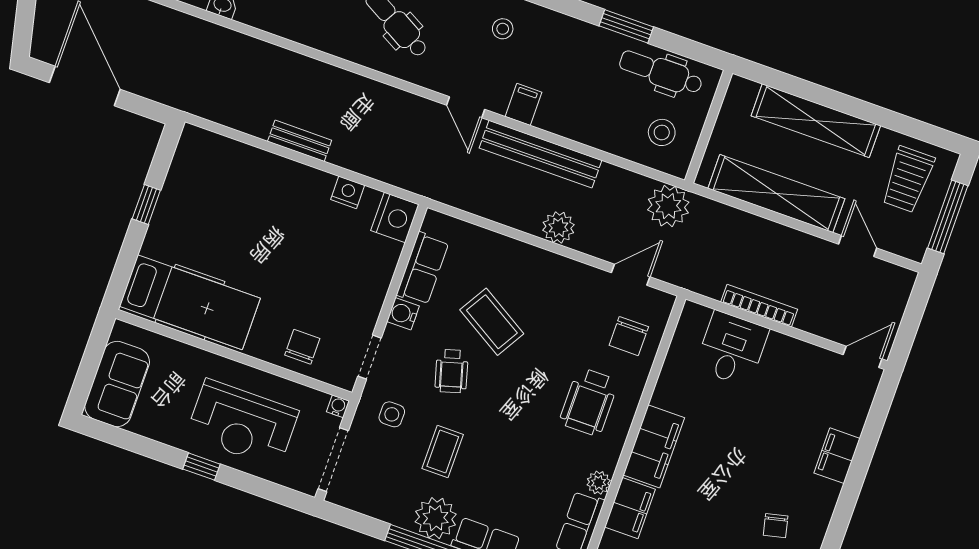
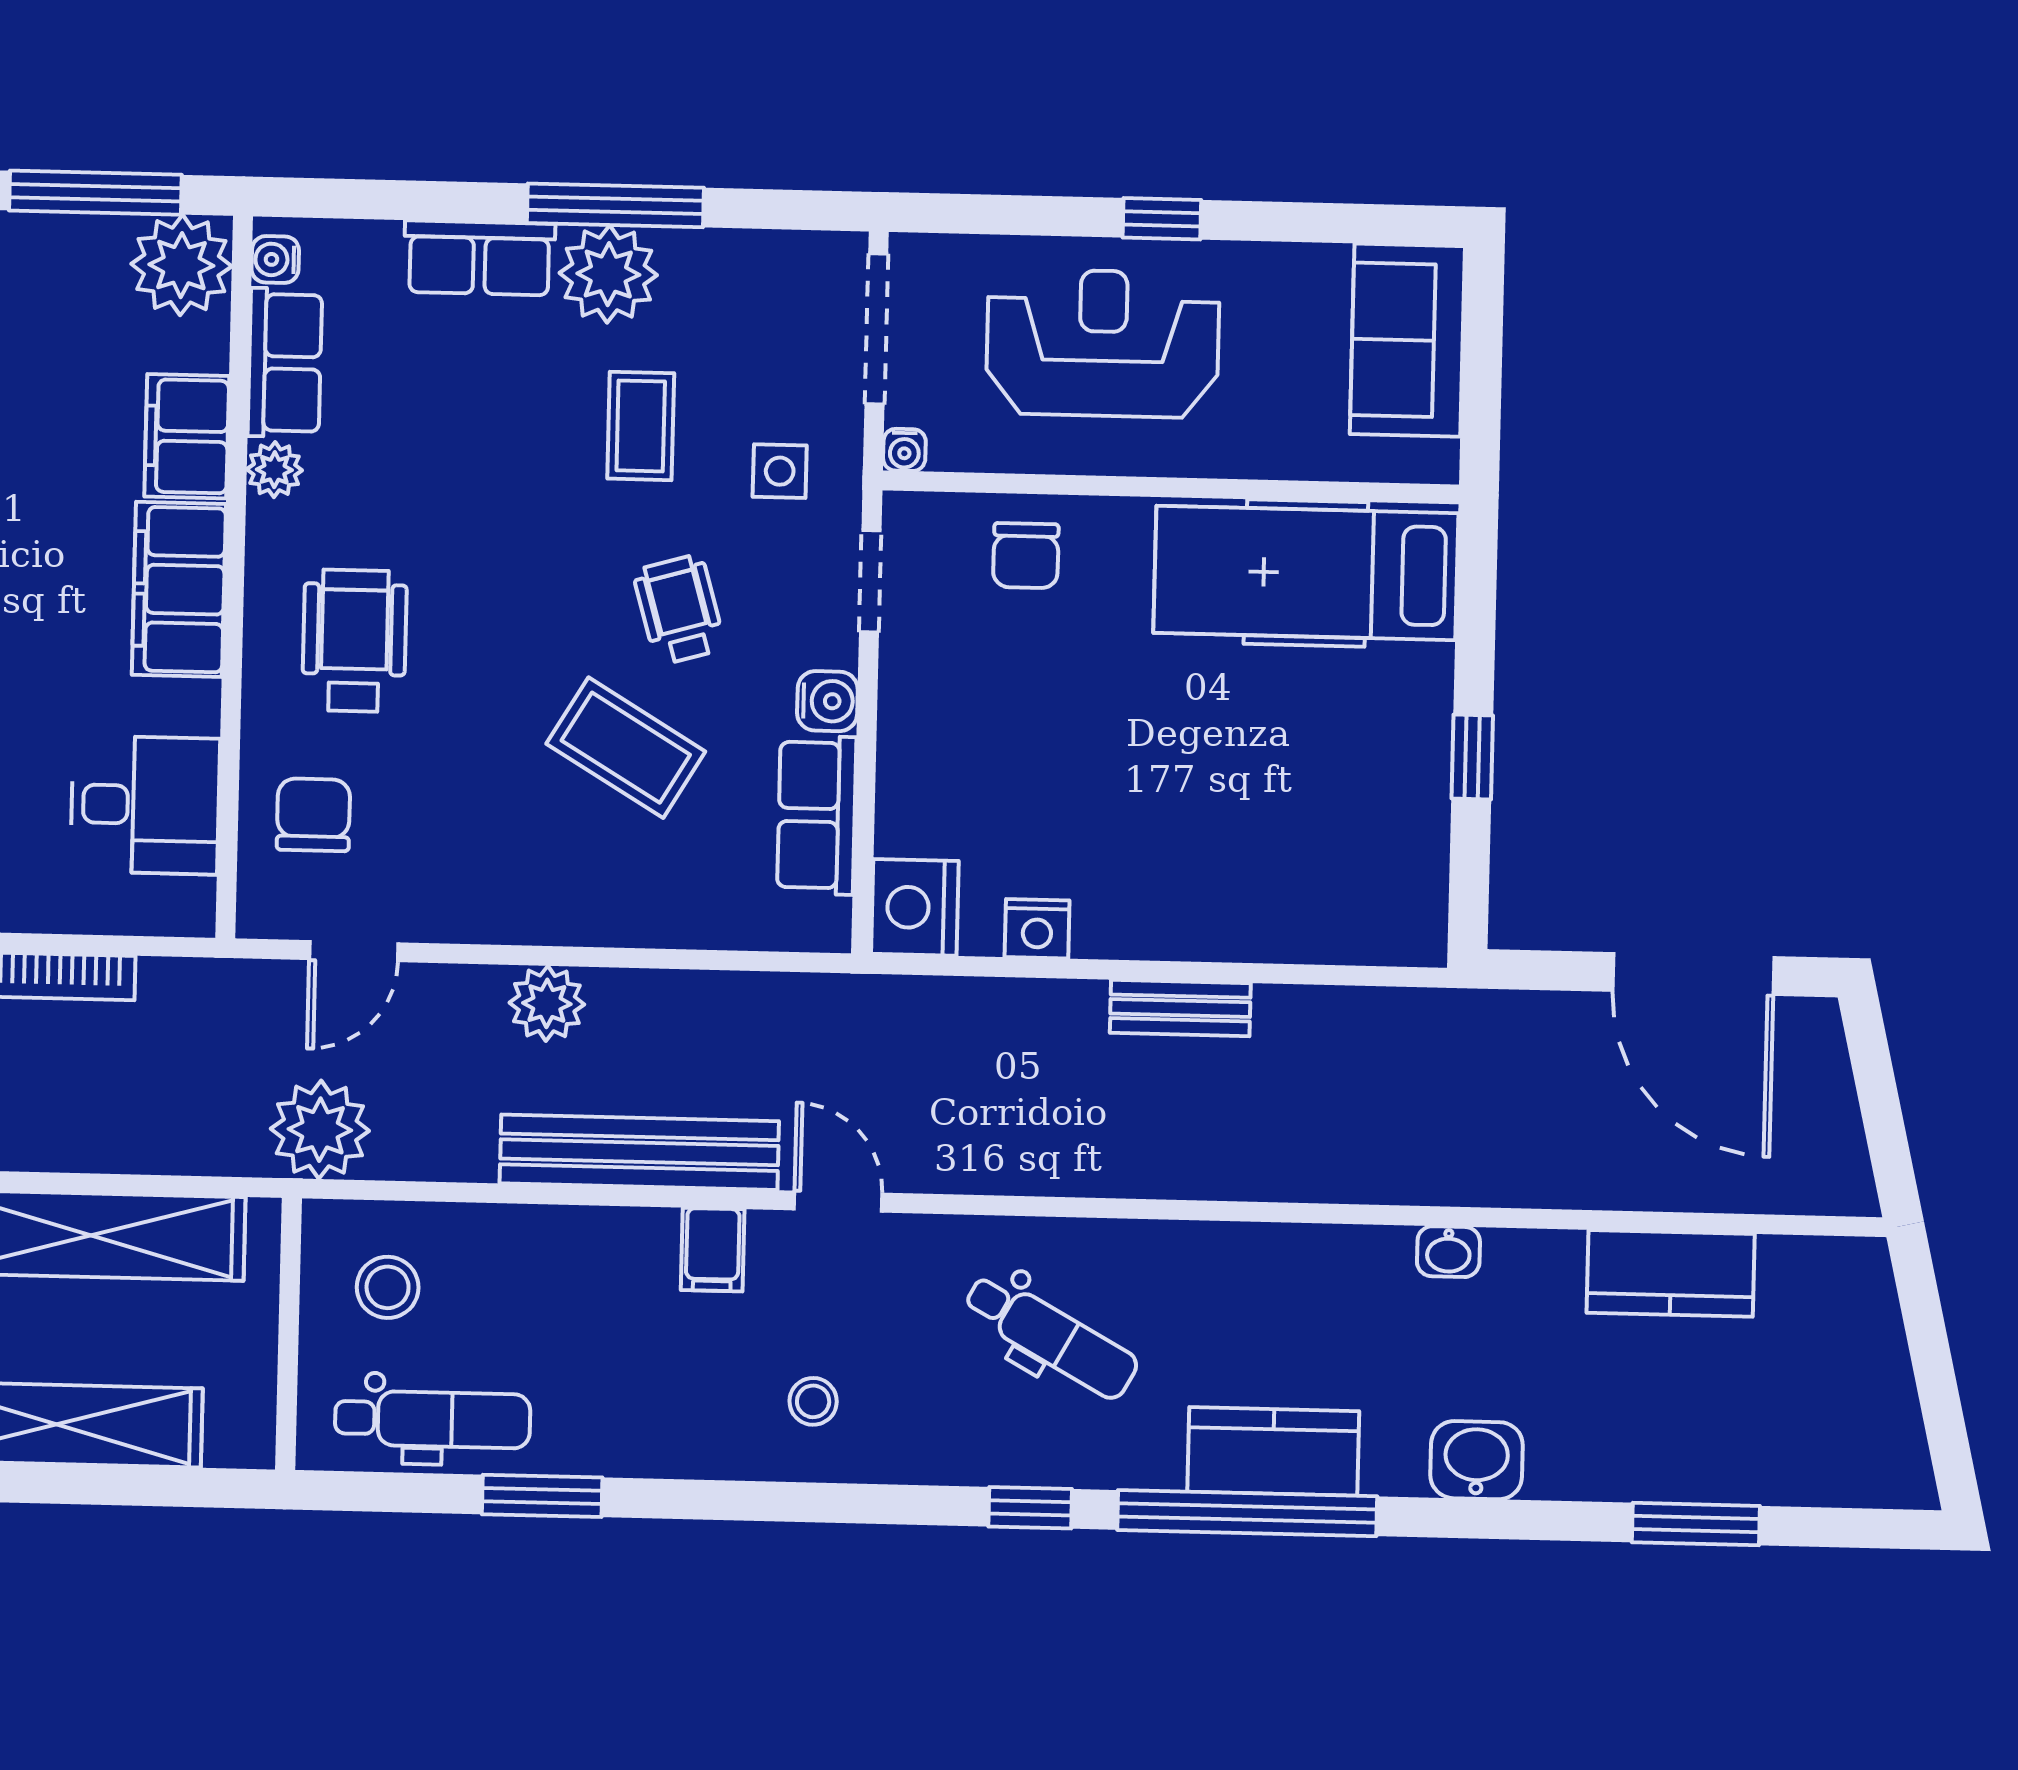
desk: (732, 349) -> (145, 805), moved, turned -90

